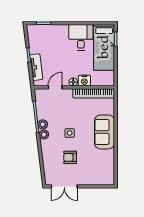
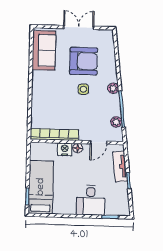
desk: (81, 37) -> (91, 200), moved
plant: (43, 124) -> (116, 122), moved
sofa: (105, 132) -> (44, 50), moved
armchair: (70, 157) -> (84, 61), width x1.88, depth x1.88
double door: (64, 186) -> (79, 27), moved

